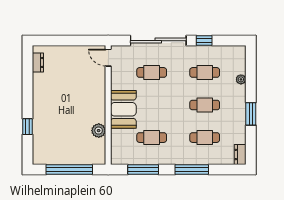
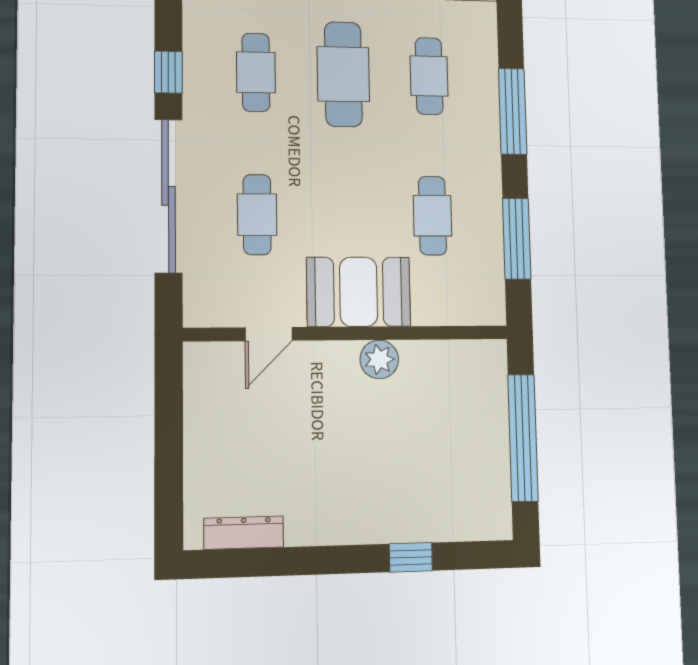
door: (108, 58) -> (269, 334), moved
dresser: (38, 62) -> (244, 533), width x1.44
cafe table: (205, 105) -> (343, 74), width x1.37, depth x1.35
plant: (99, 131) -> (379, 359), moved

